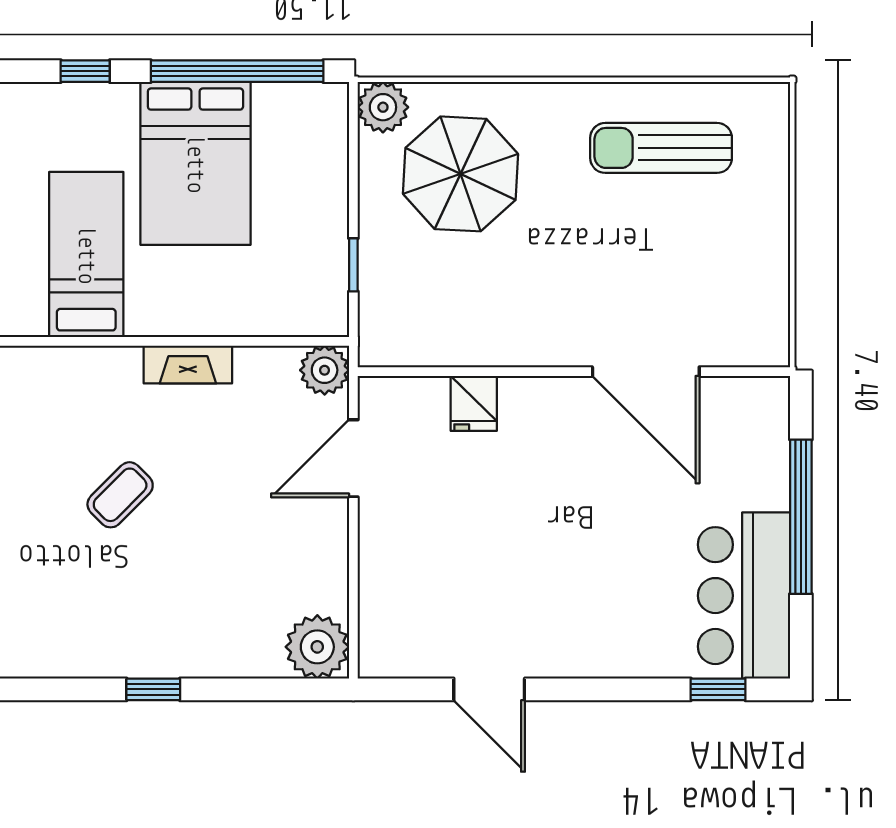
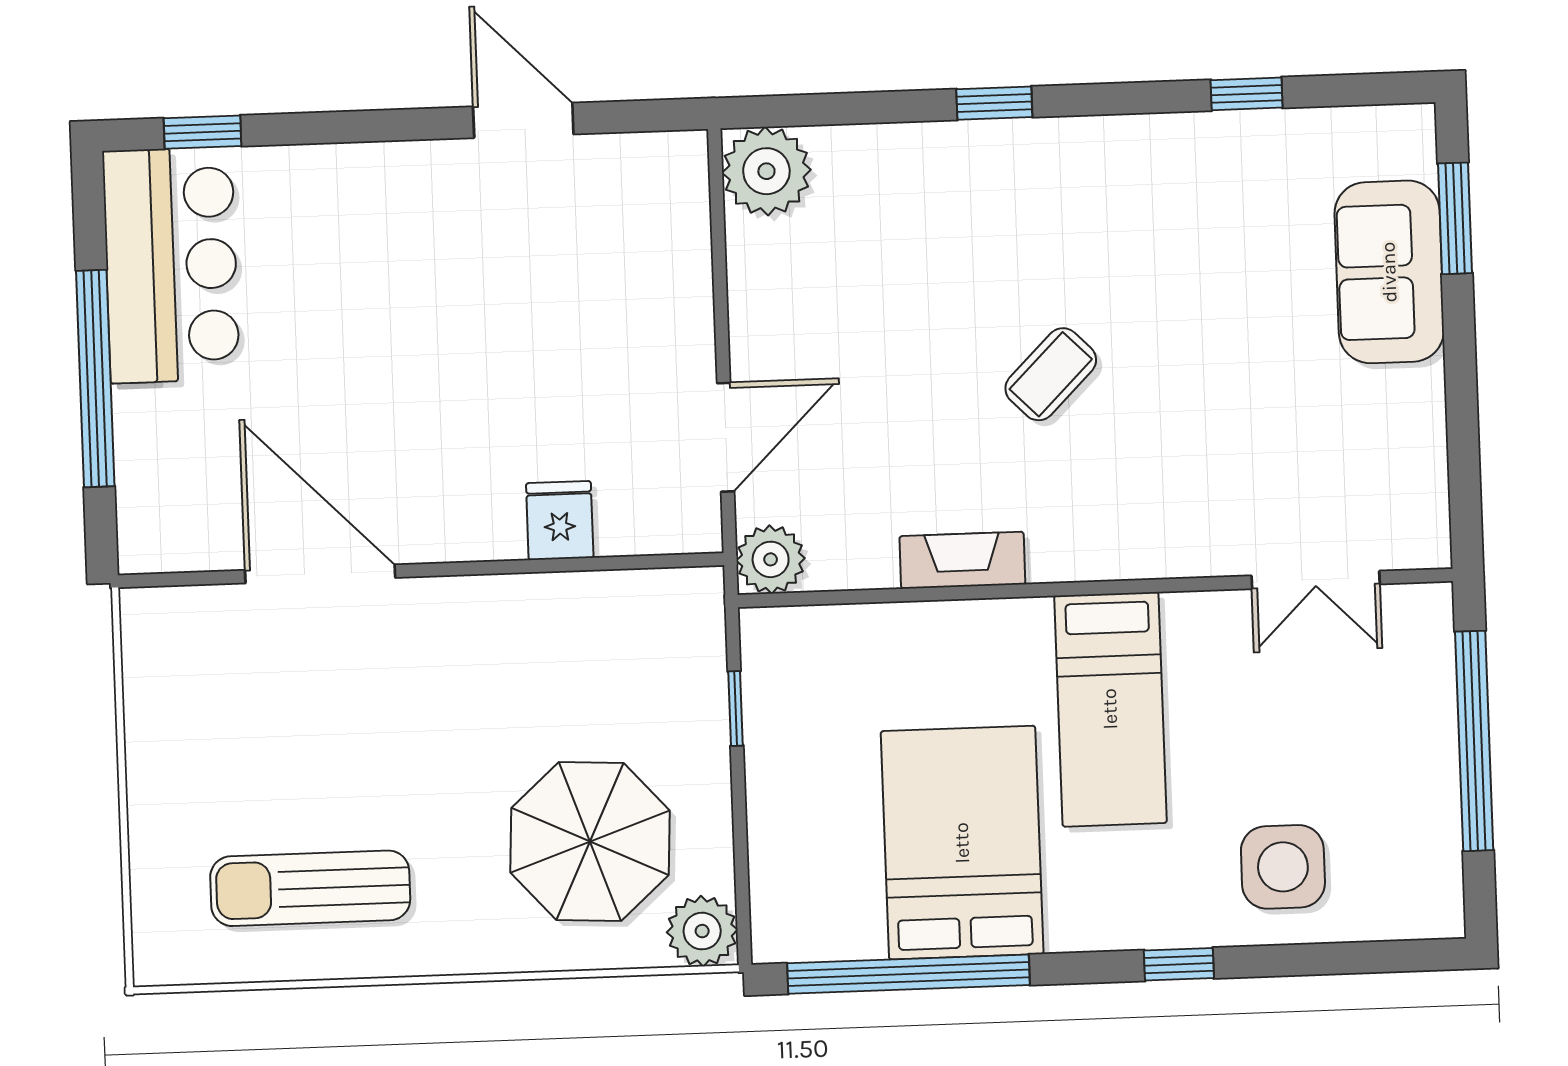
window: (85, 71) -> (1179, 964), moved
sun lounger: (661, 148) -> (310, 888), turned 180

